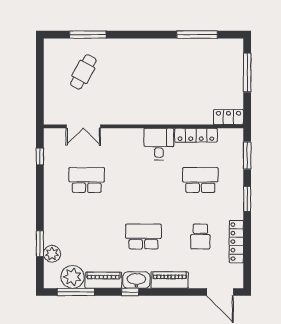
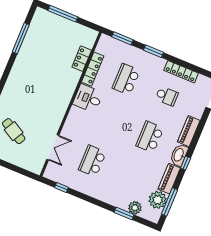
locker: (228, 117) -> (82, 59), moved

